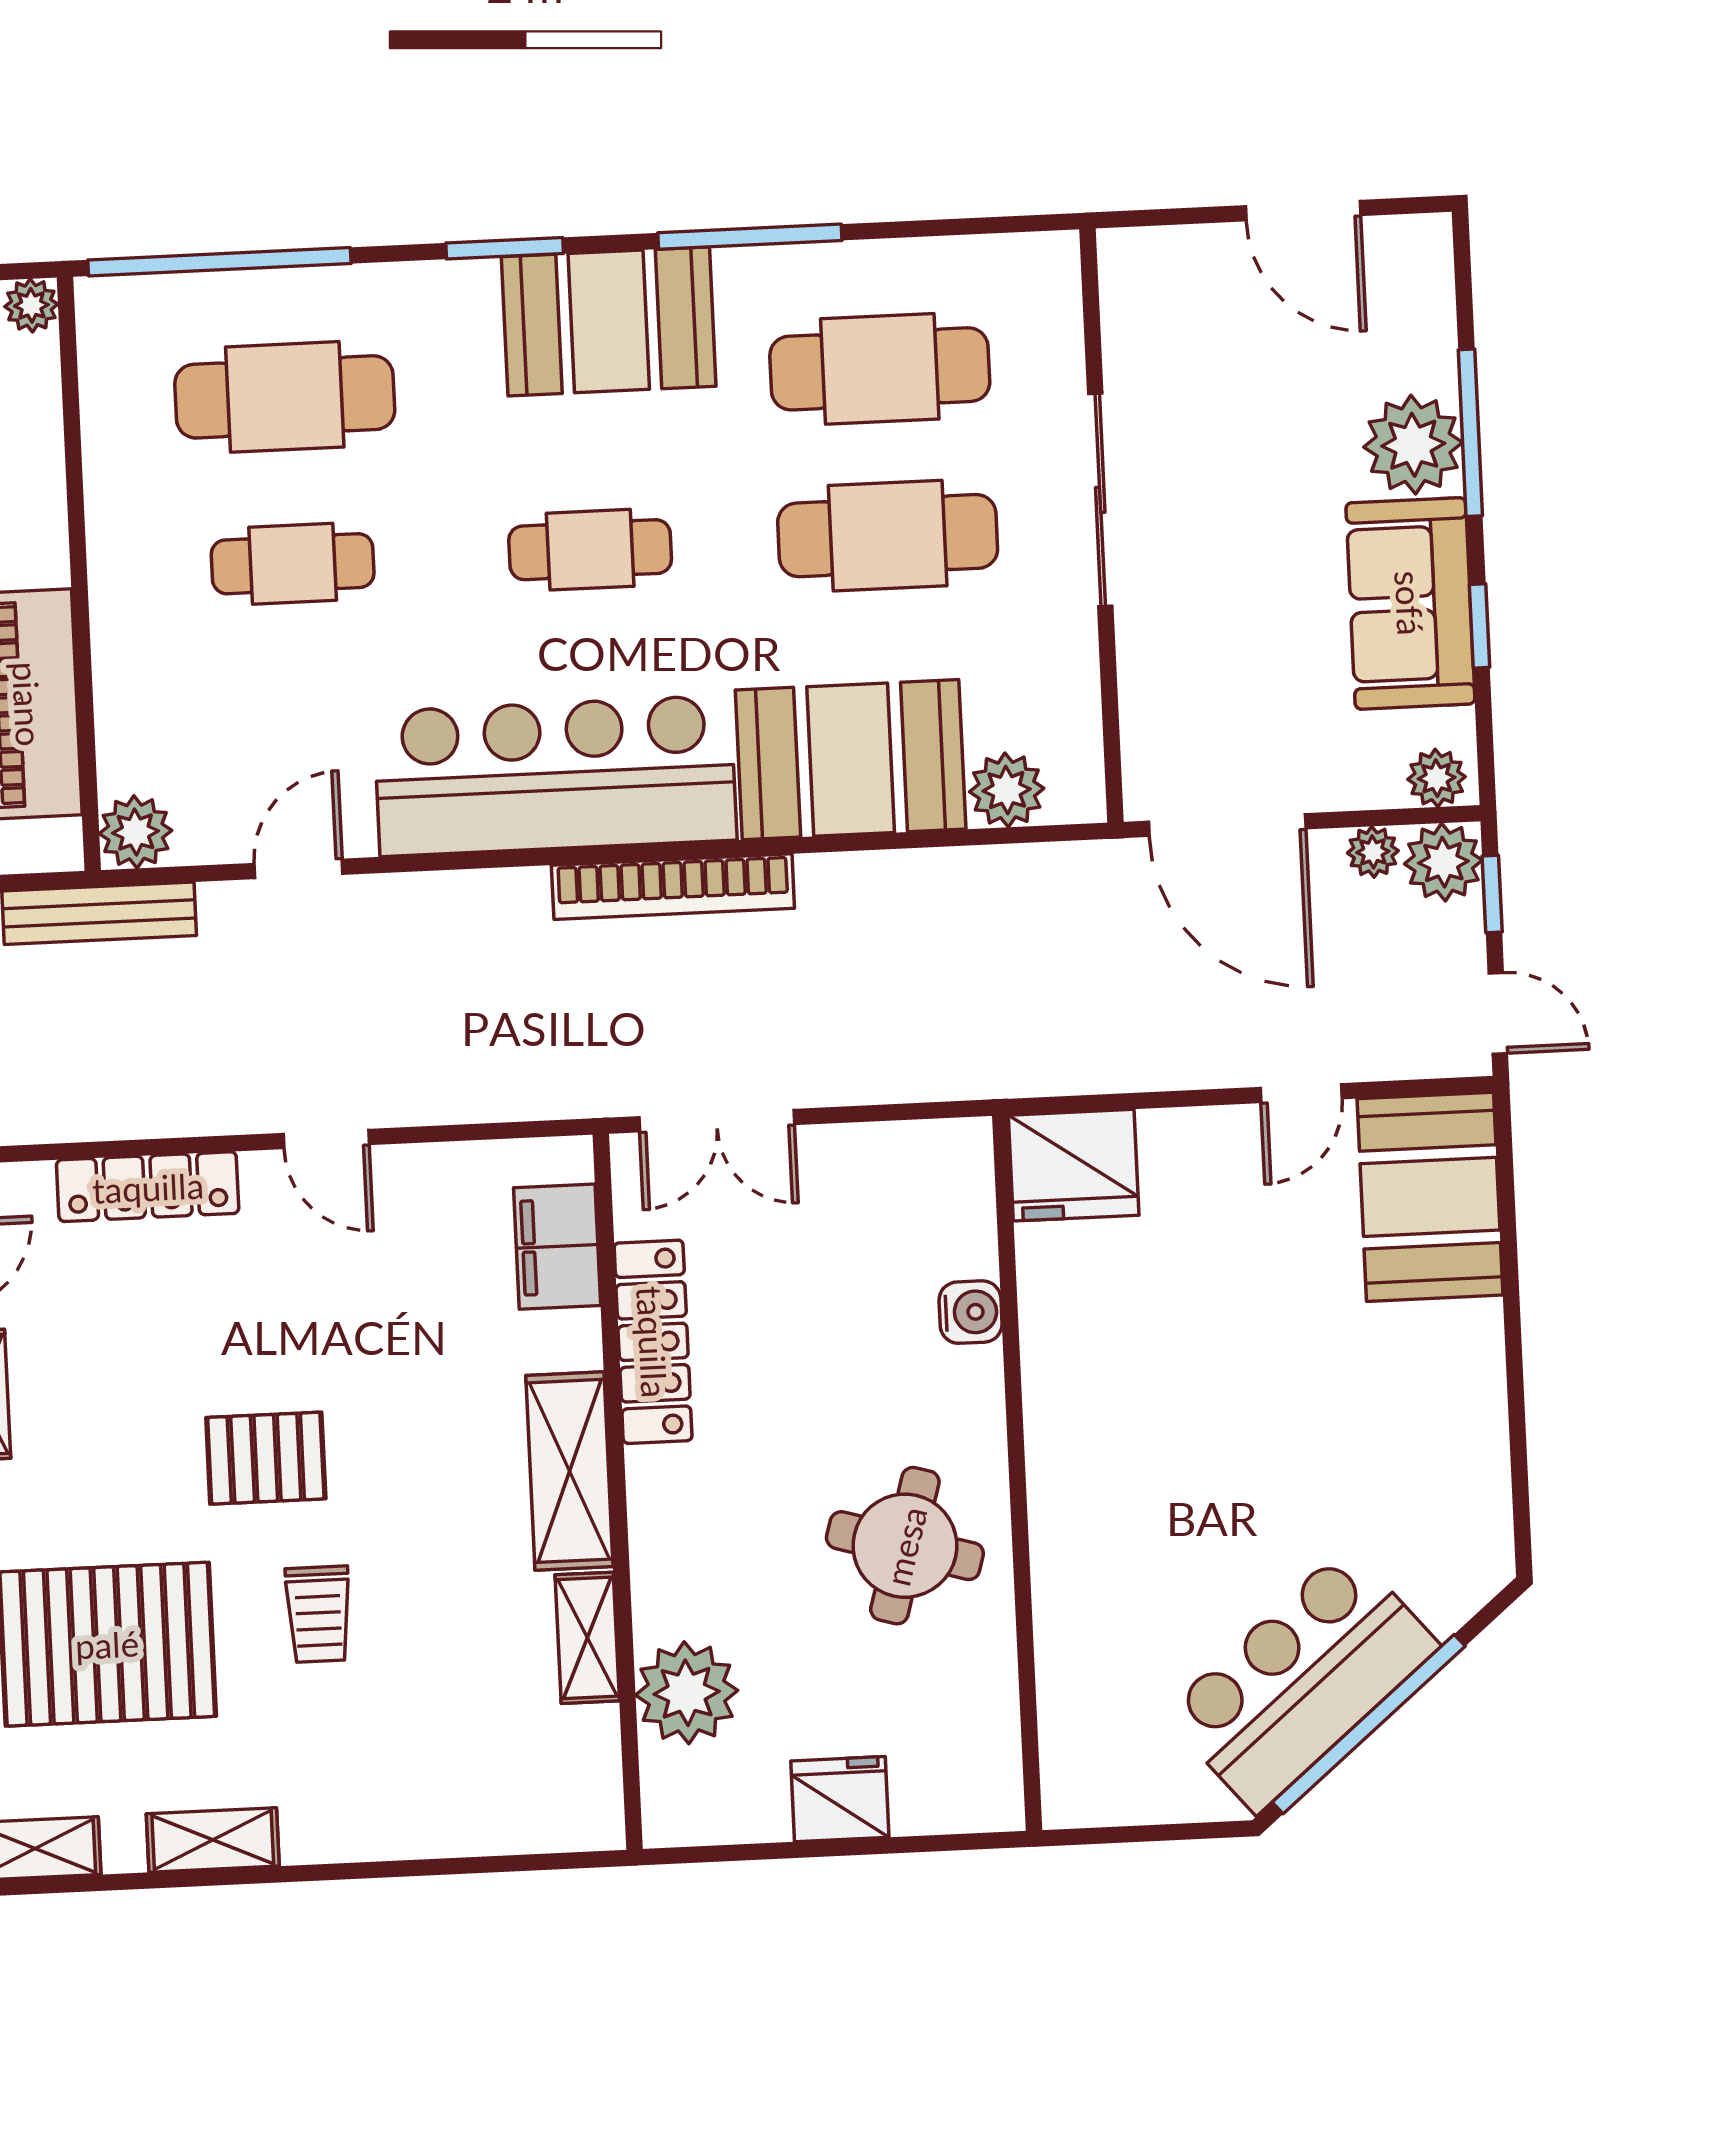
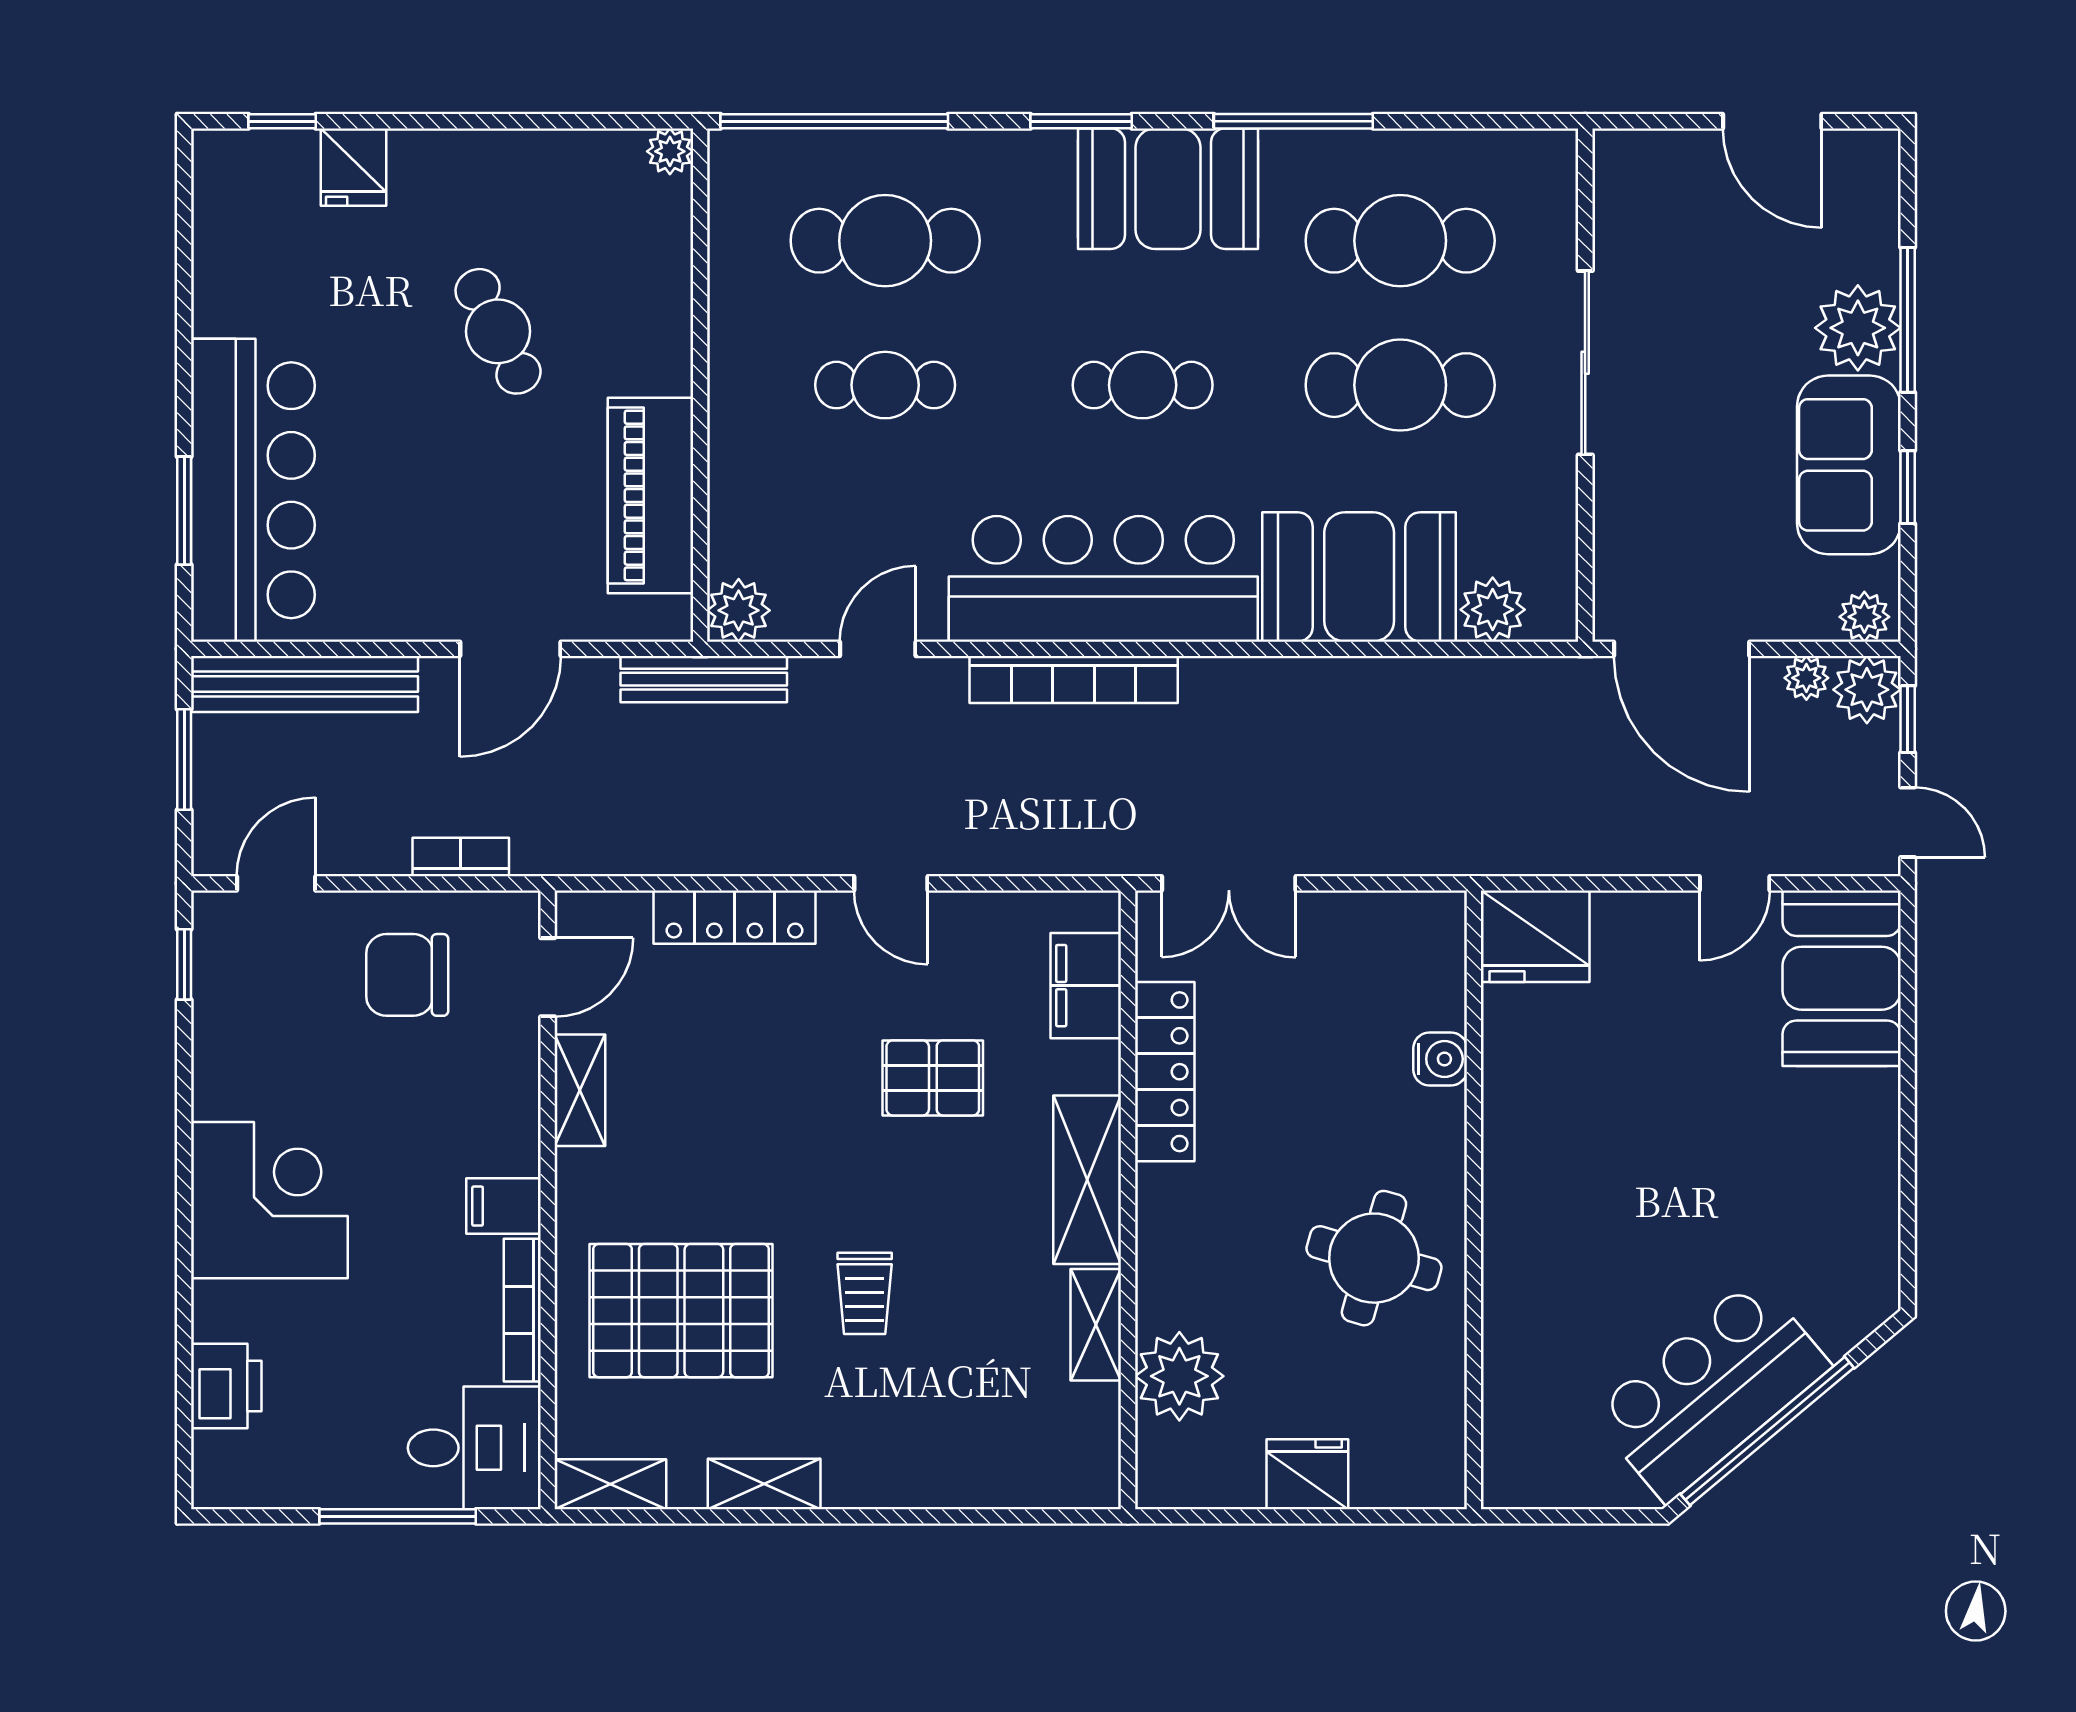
bookcase: (673, 887) -> (1074, 679), moved
pallet: (266, 1458) -> (933, 1078), moved

